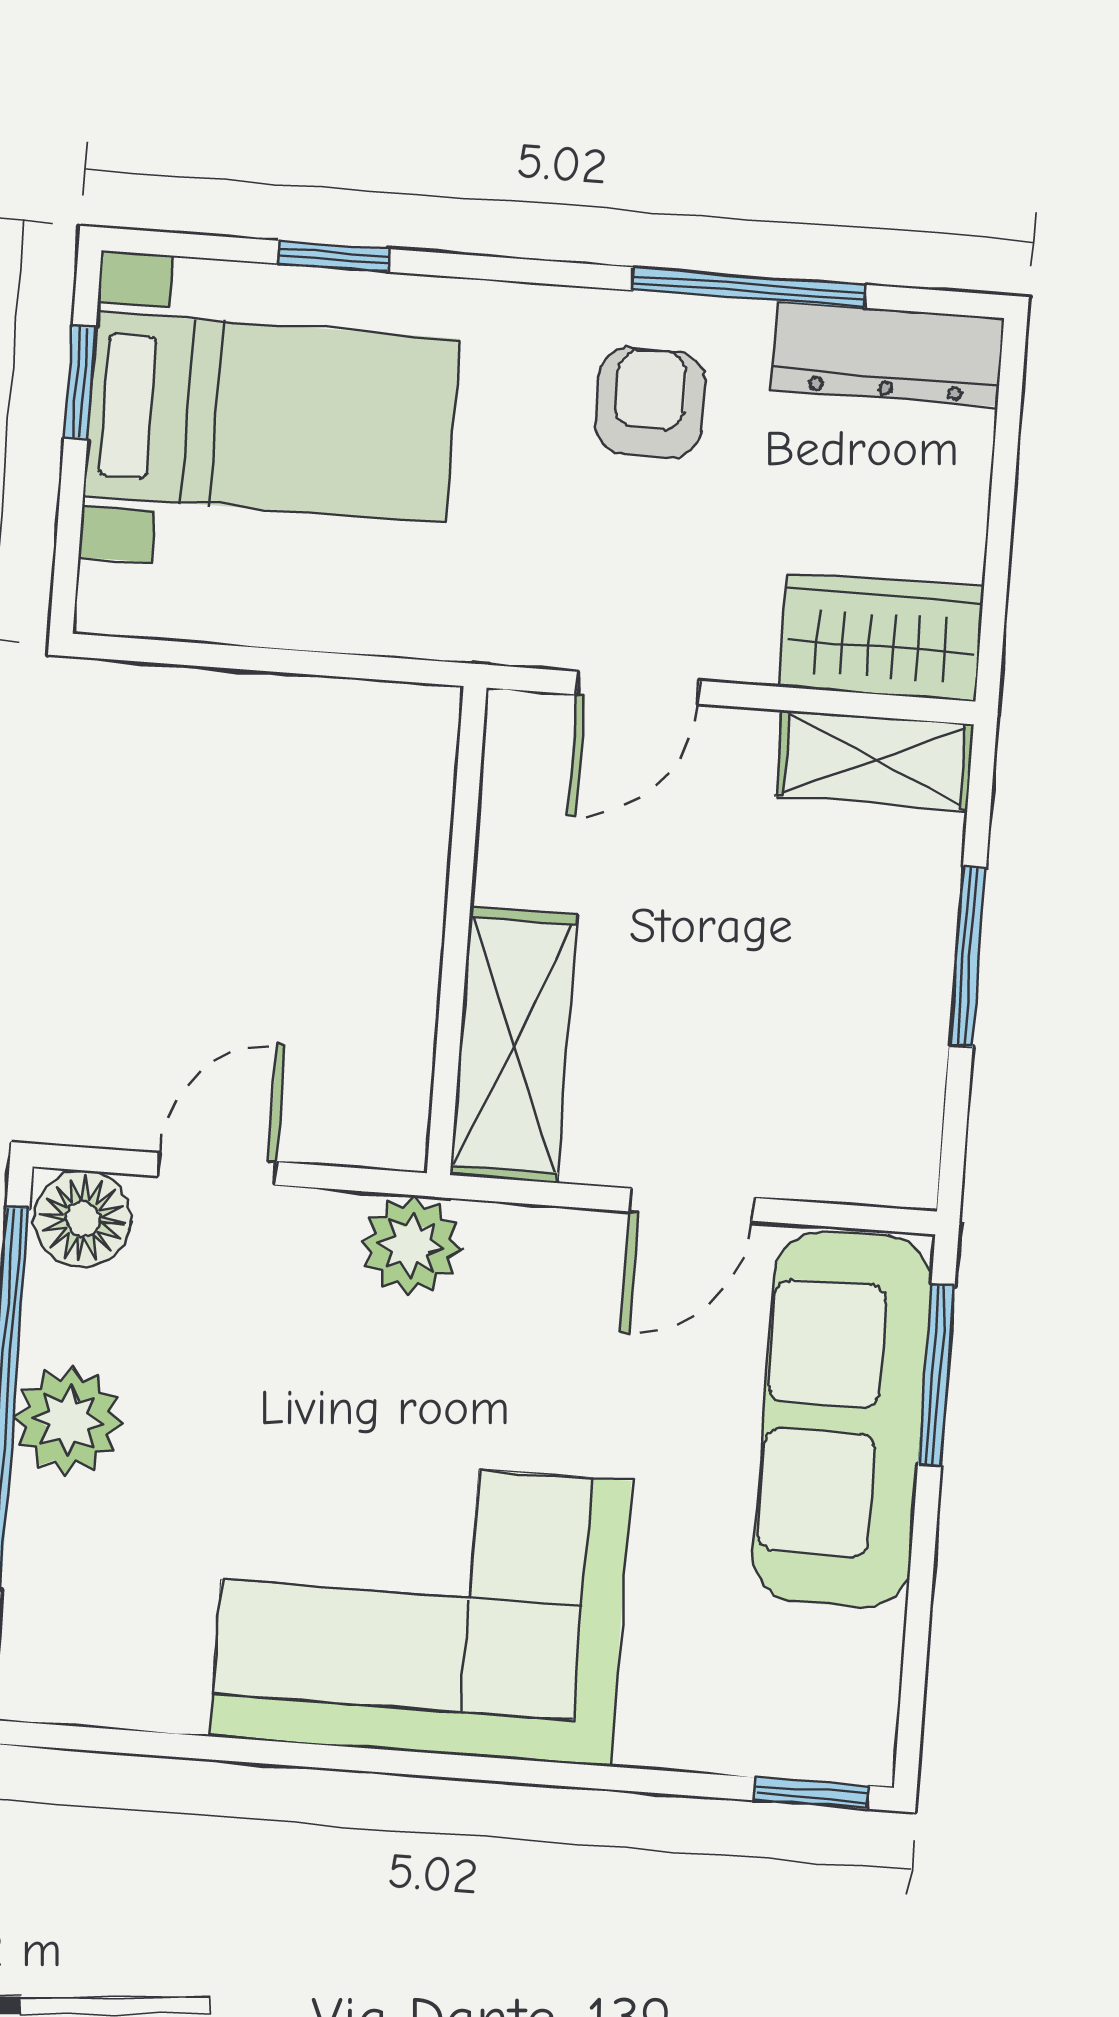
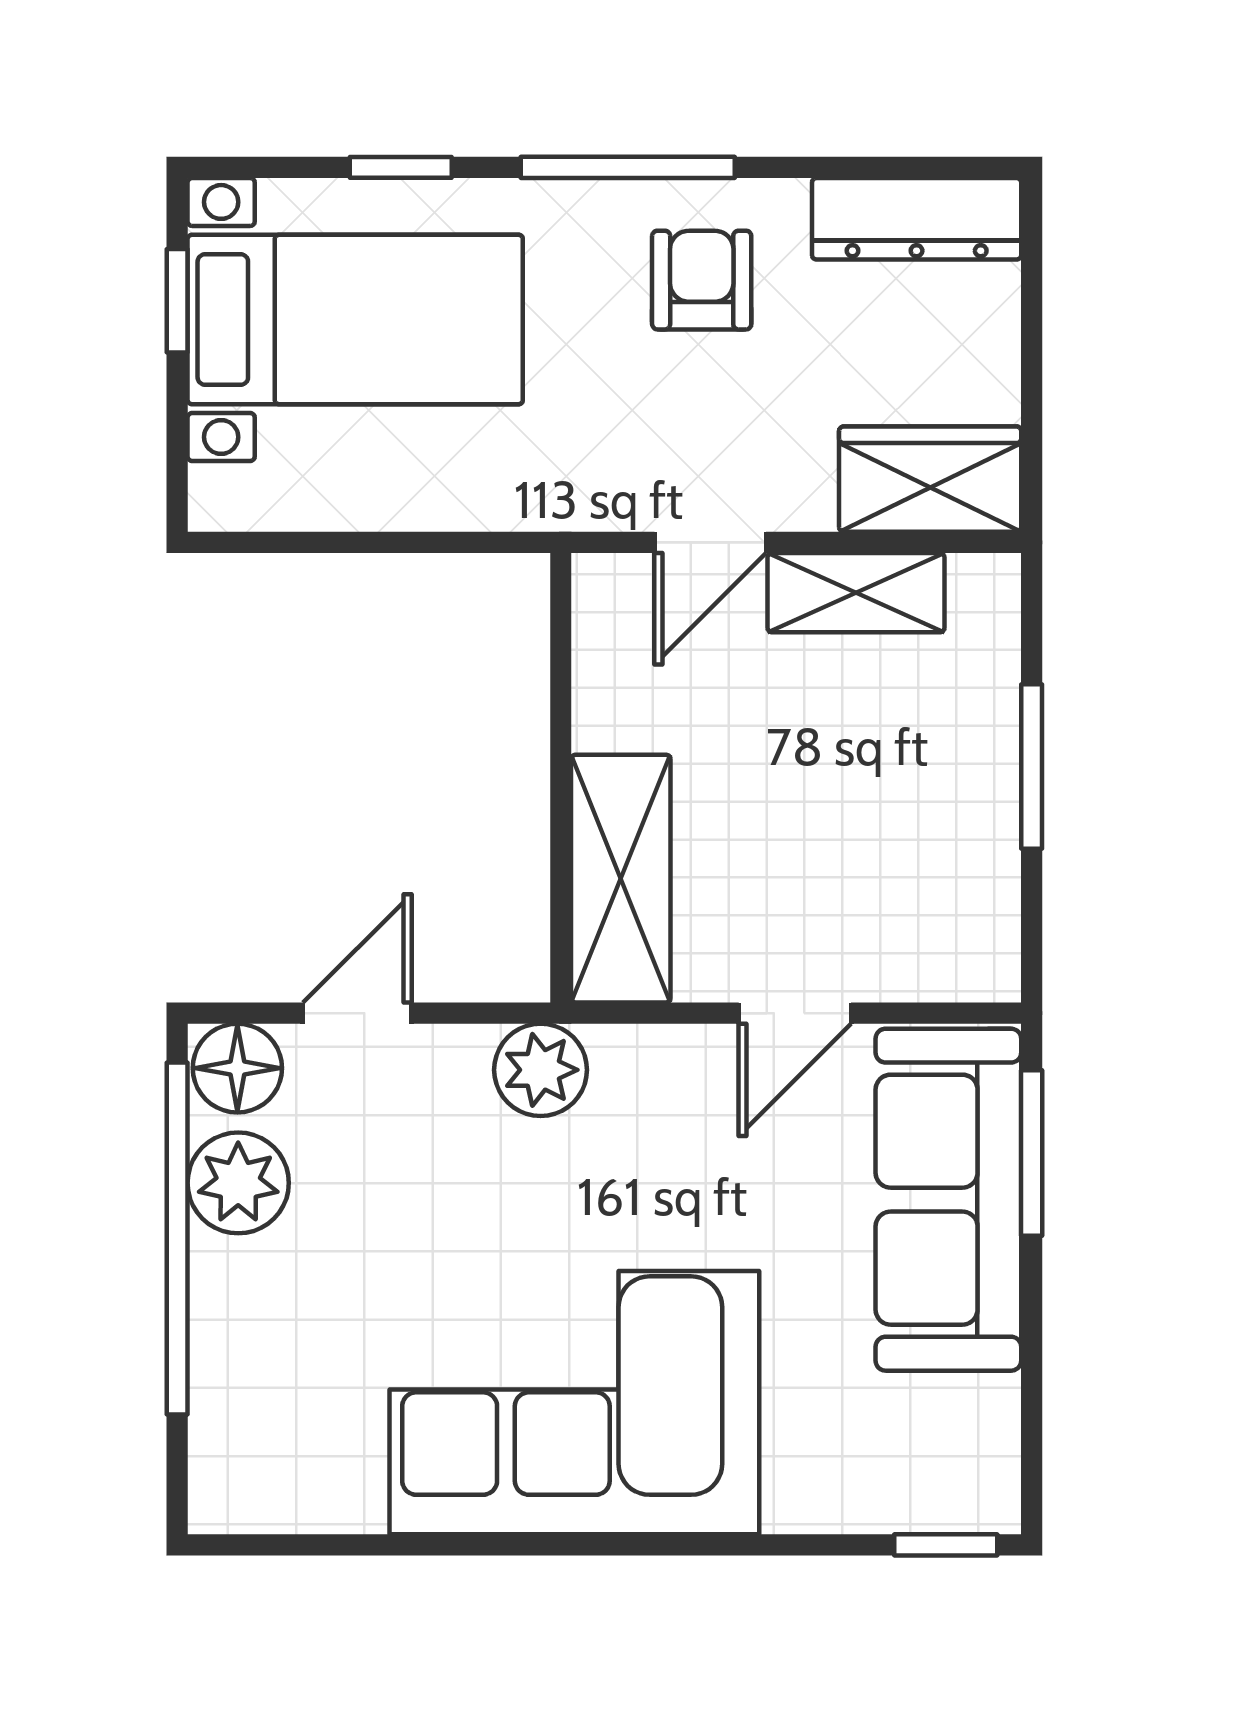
window: (749, 287) -> (628, 167), moved
shelving: (875, 760) -> (856, 593), moved
plant: (68, 1421) -> (238, 1183), moved

